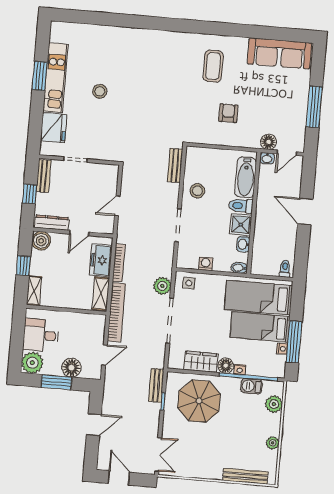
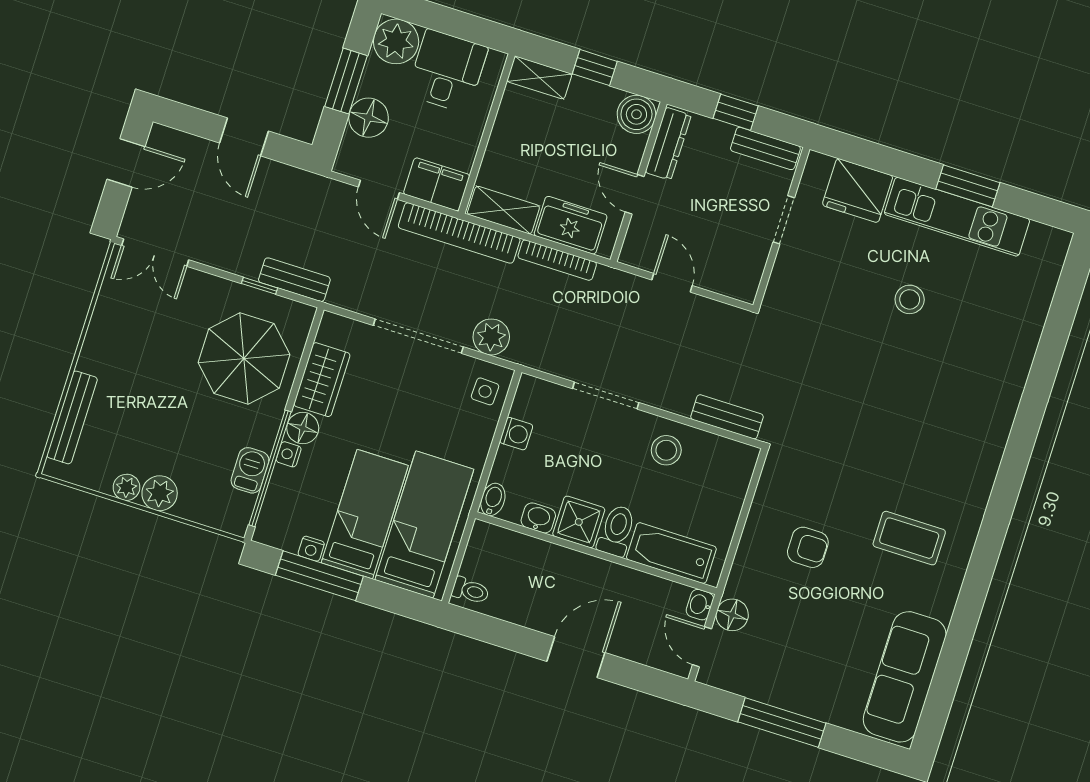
filing cabinet: (96, 328) -> (437, 184), added
plant: (274, 404) -> (160, 493), moved

